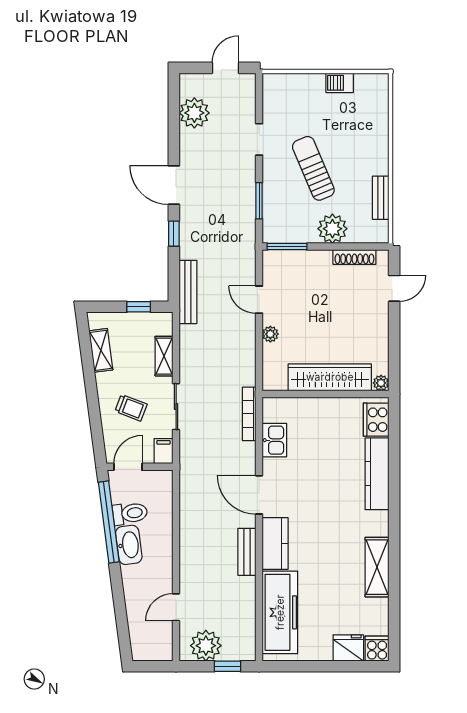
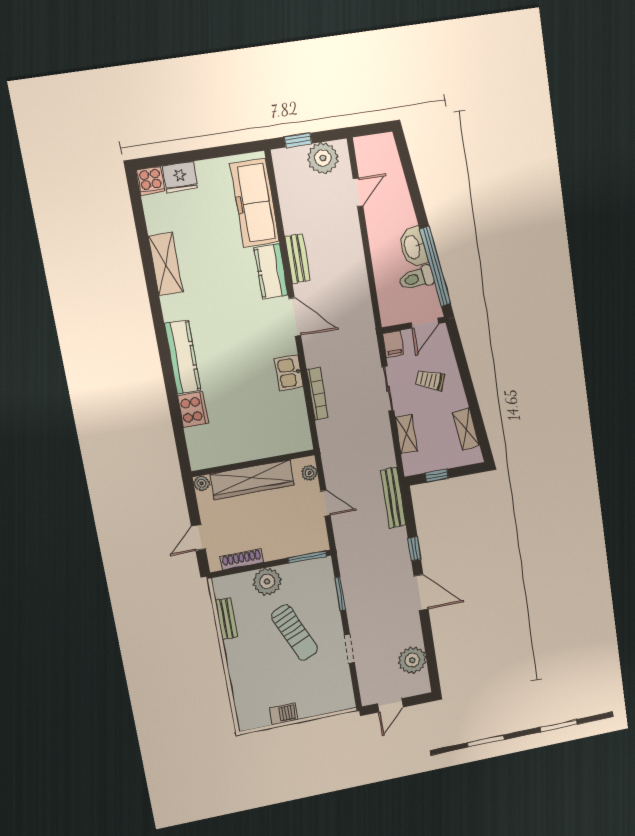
wardrobe: (330, 377) -> (252, 480), moved
plant: (381, 383) -> (202, 483), moved
wall: (326, 394) -> (253, 463), moved

